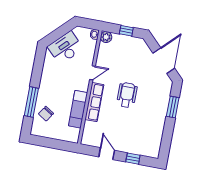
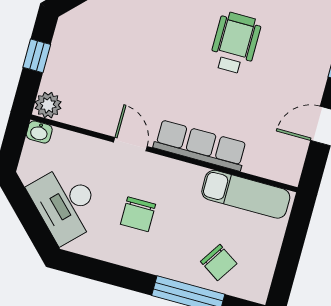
chair: (63, 78) -> (138, 214), added
wheelchair: (127, 95) -> (235, 43), moved, turned 90
exam couch: (78, 109) -> (246, 194), moved

